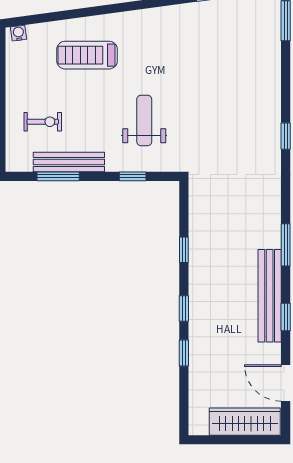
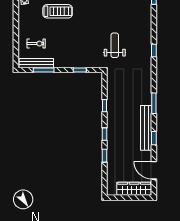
treadmill: (87, 55) -> (58, 11), turned 180
weight bench: (144, 120) -> (115, 45), moved
bench: (69, 162) -> (36, 63), moved

